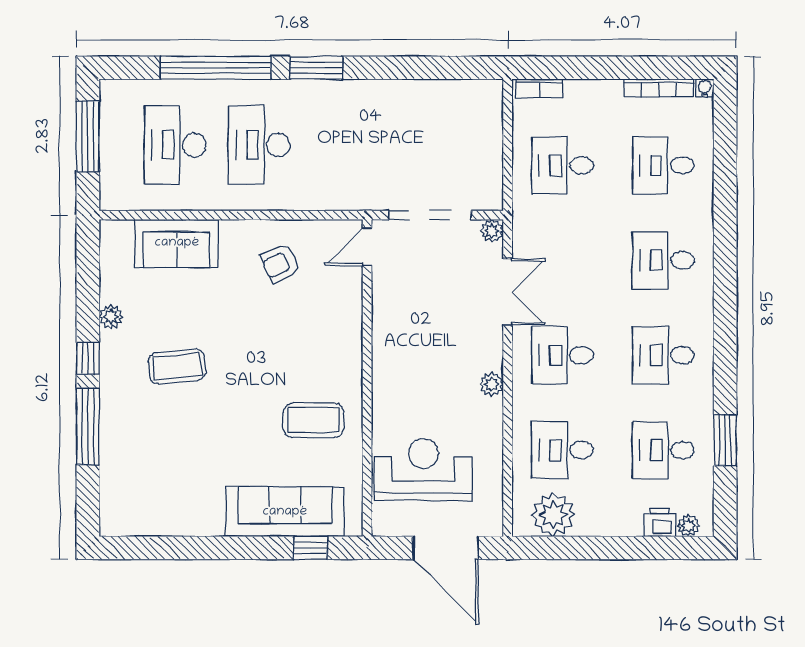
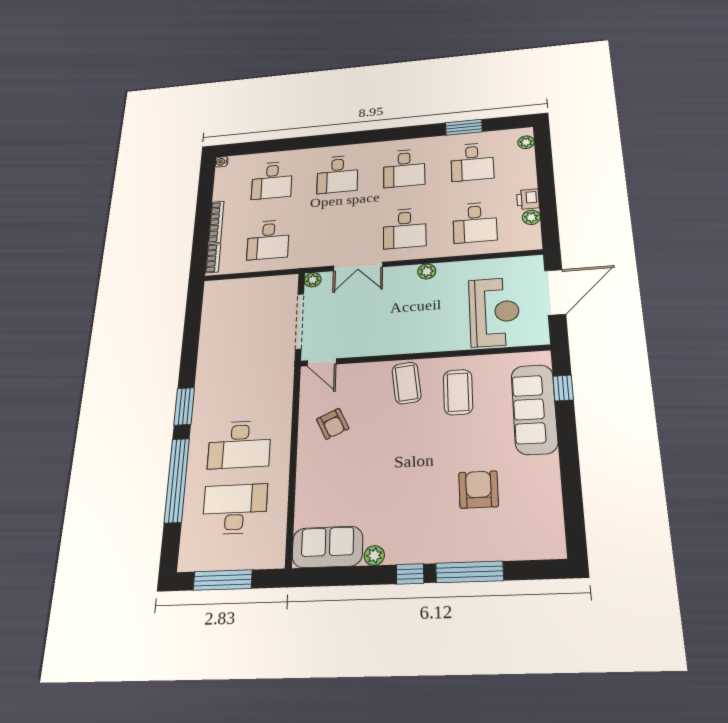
bookcase: (658, 88) -> (216, 222), moved
desk: (175, 145) -> (235, 509), turned 180
sofa: (177, 243) -> (327, 547), moved, turned -90
double door: (508, 292) -> (358, 266), swing flipped
coffee table: (177, 366) -> (407, 383), moved
armchair: (186, 440) -> (479, 489), added
reception desk: (423, 469) -> (494, 312), turned 180
plant: (553, 515) -> (531, 217), width x0.53, depth x0.53
printer: (659, 522) -> (528, 199), moved

